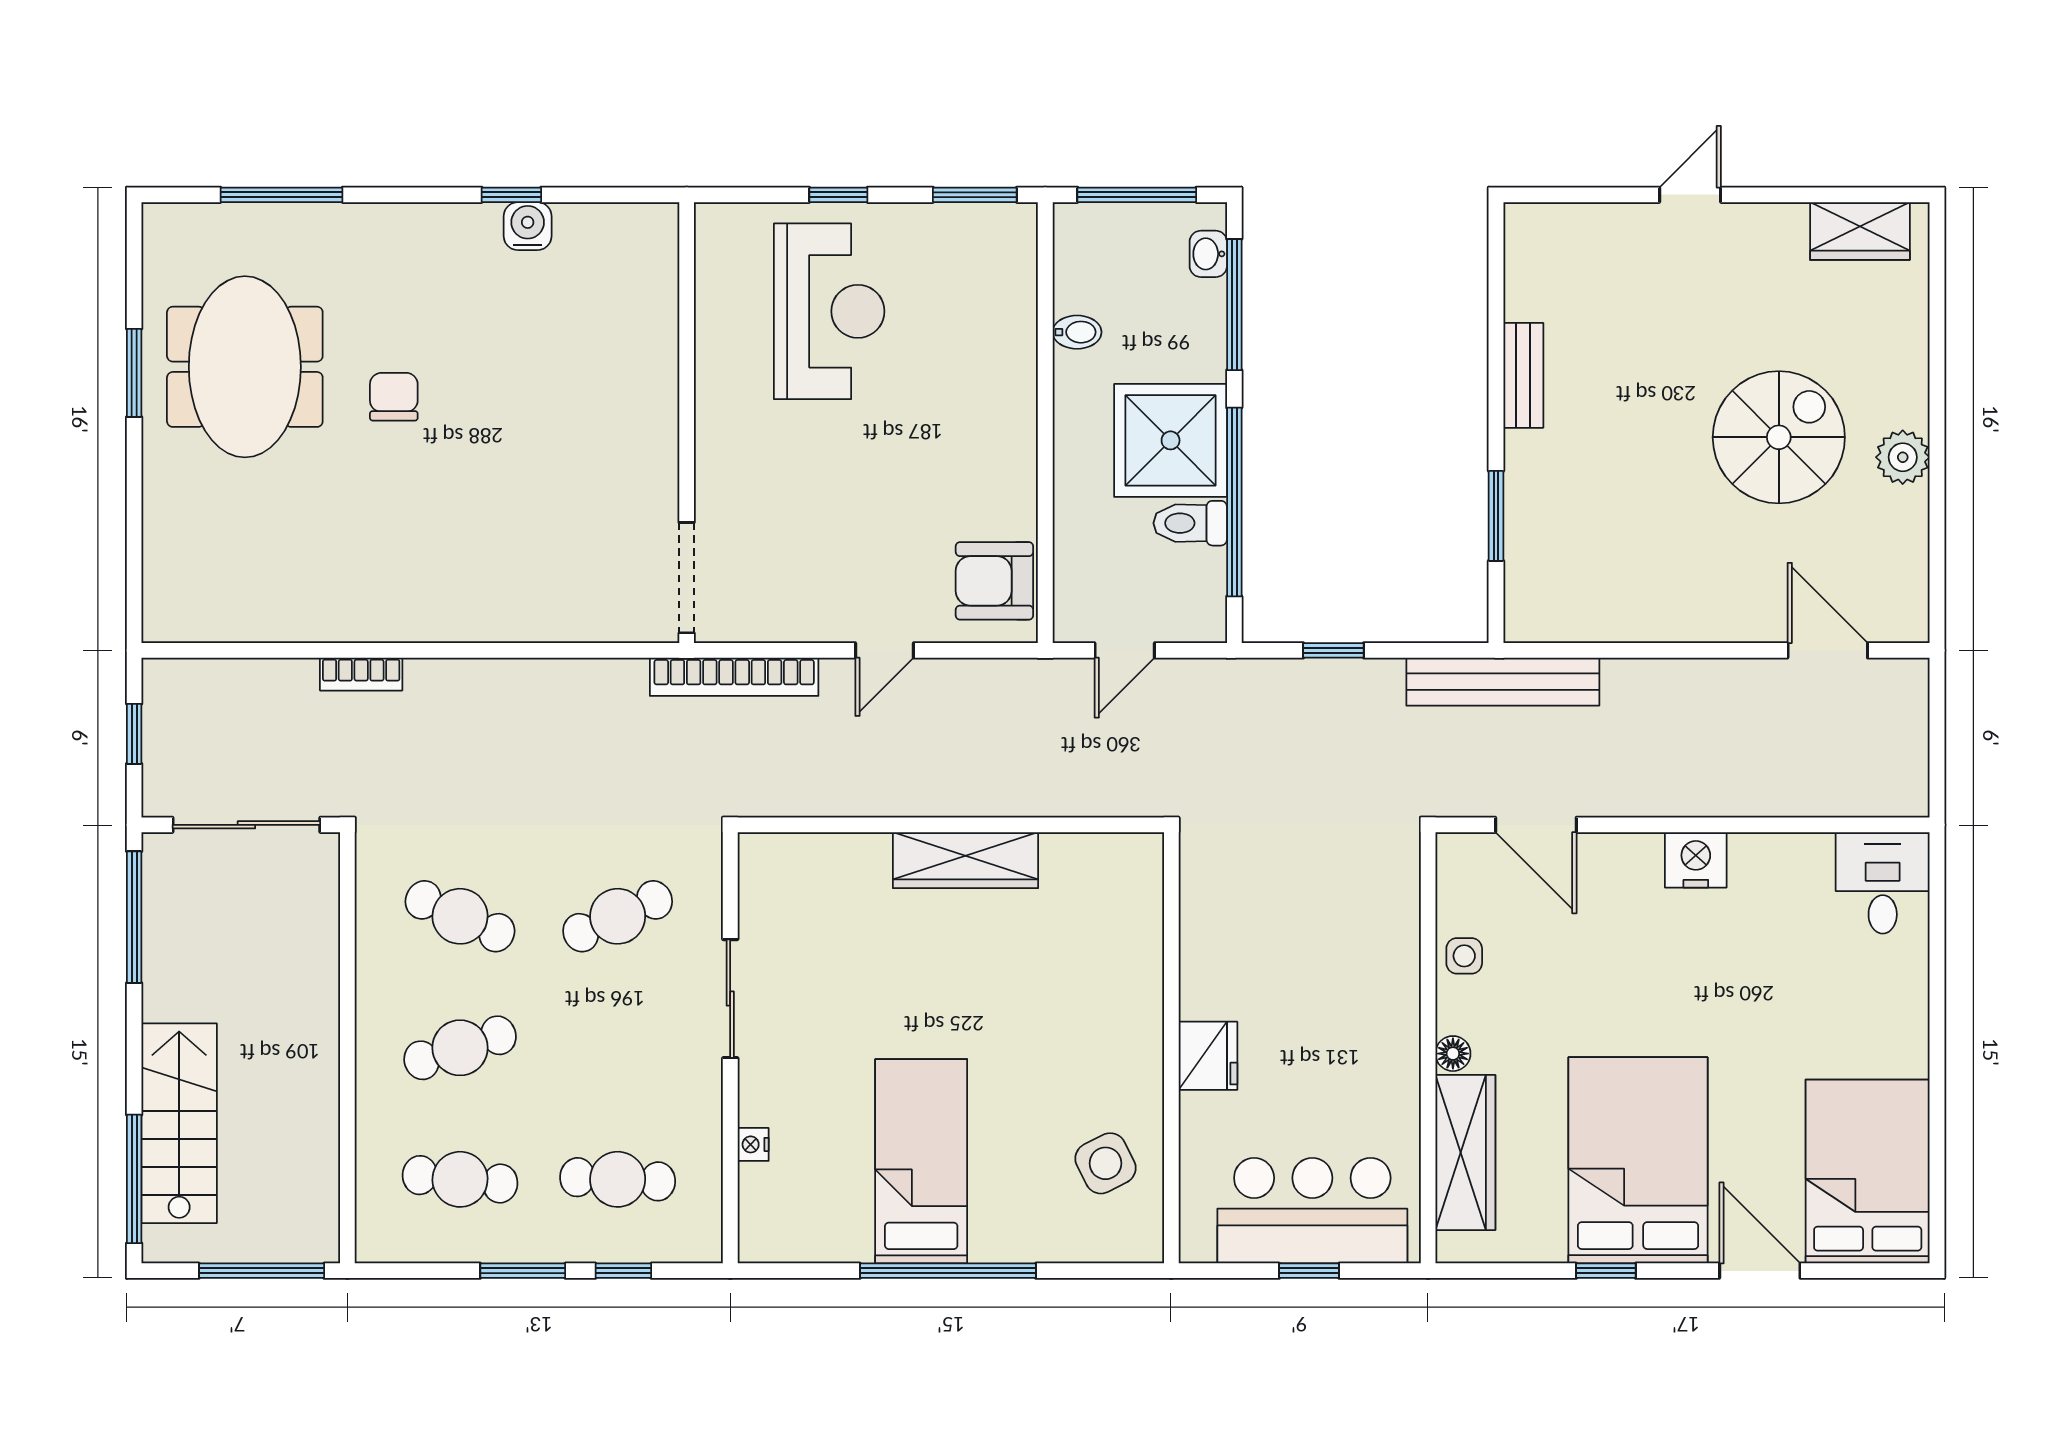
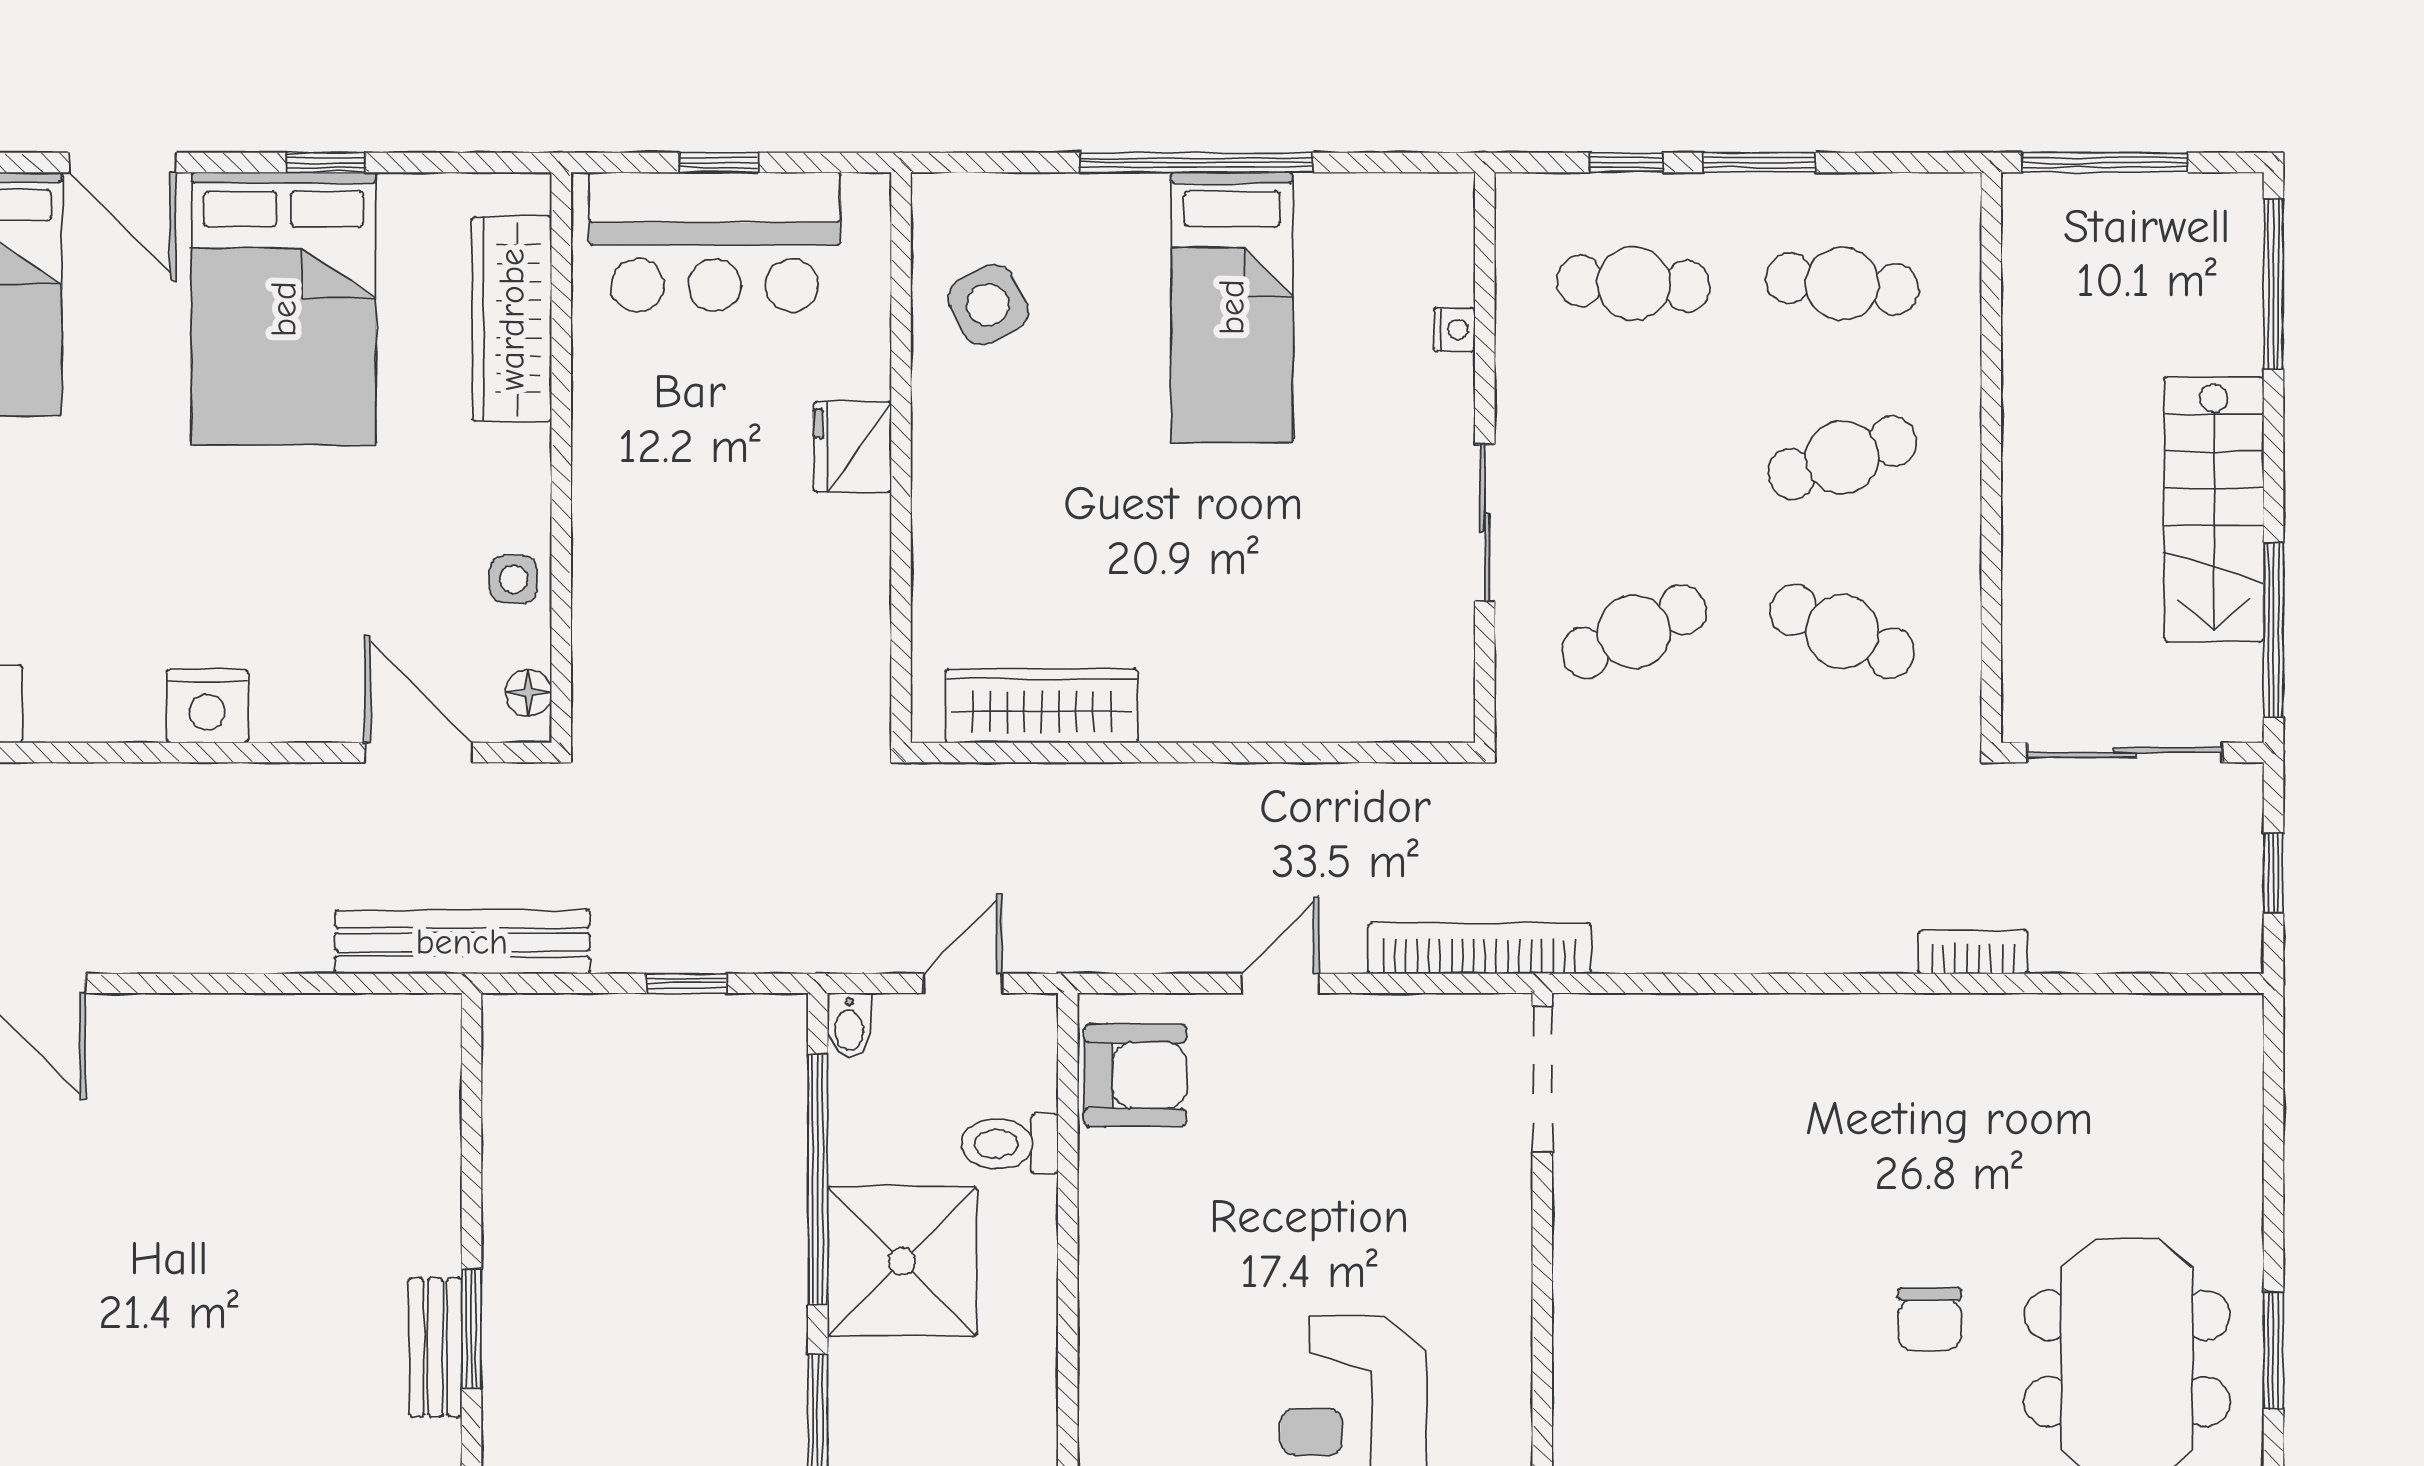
bidet: (1077, 332) -> (849, 1025), moved, turned -90
spiral stairs: (1779, 437) -> (97, 1265), removed
window: (1496, 516) -> (471, 1329), moved
toilet: (1190, 523) -> (1009, 1144), moved, turned 180
wardrobe: (966, 860) -> (1042, 706), moved
floor lamp: (1453, 1054) -> (528, 693), moved
stairs: (179, 1123) -> (2214, 509), moved

